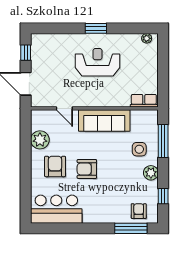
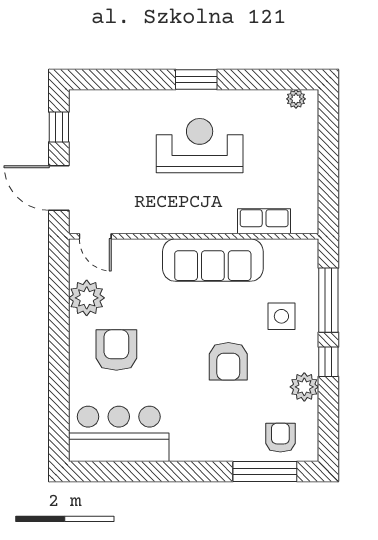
row of seats: (144, 101) -> (264, 221), moved
door: (64, 108) -> (95, 236), moved
armchair: (87, 169) -> (228, 361), moved, turned -90
plant: (151, 173) -> (304, 387), moved
window: (163, 196) -> (328, 362), moved

